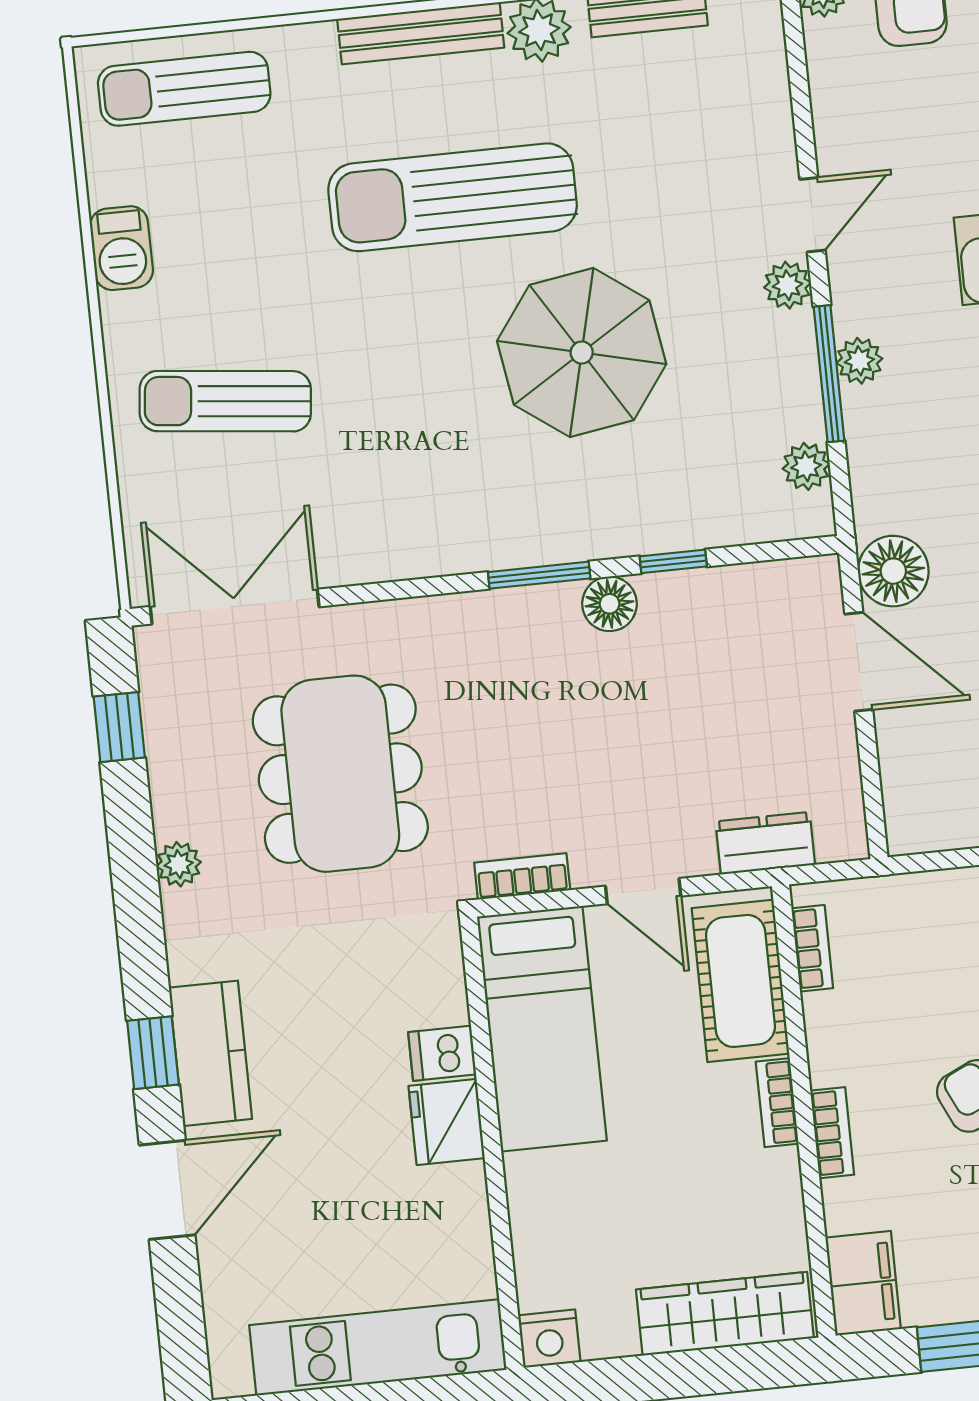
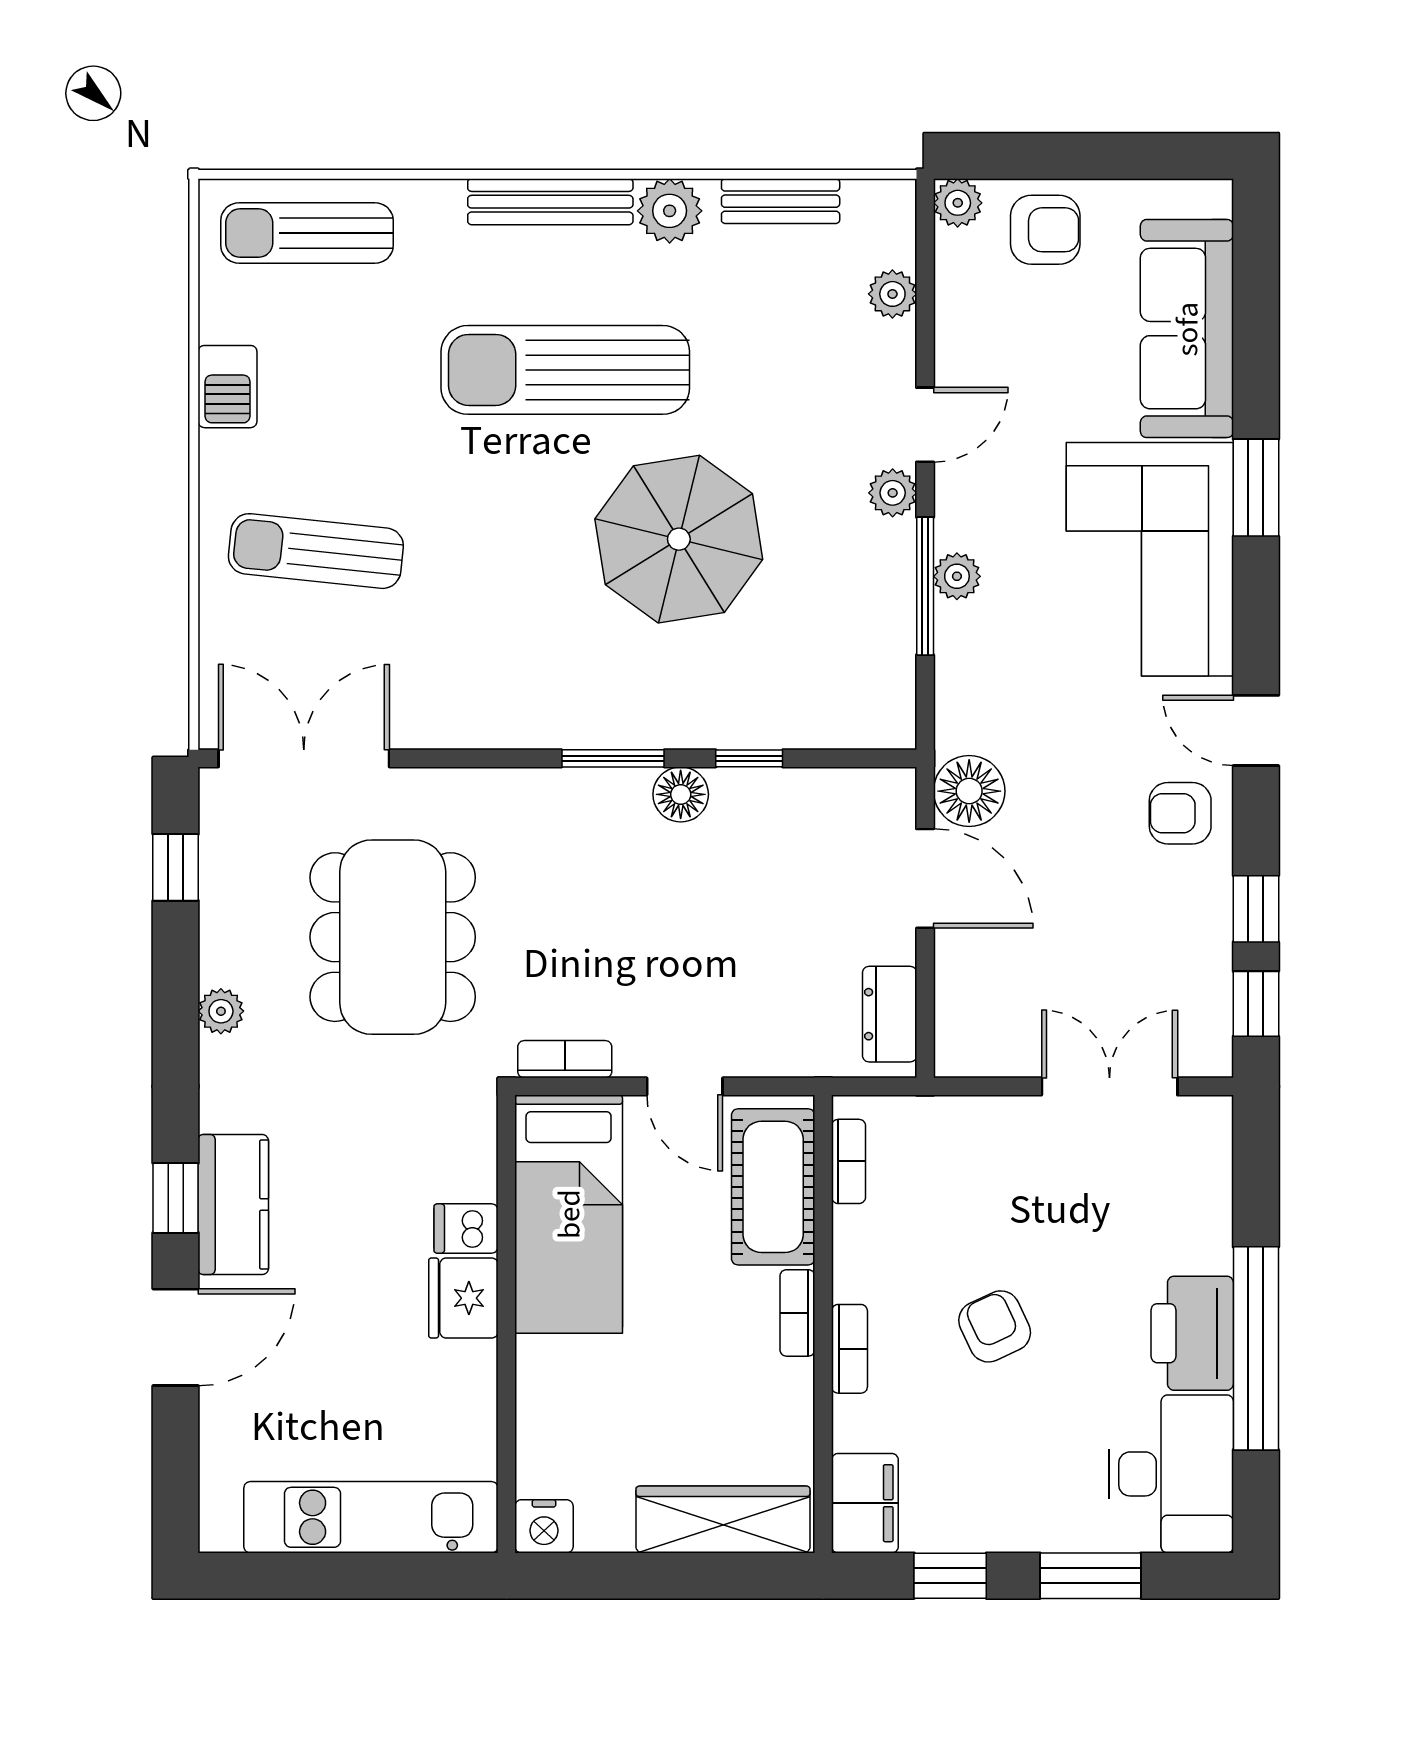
plant: (806, 466) -> (892, 294), moved
dresser: (765, 843) -> (890, 1014), moved, turned -90

